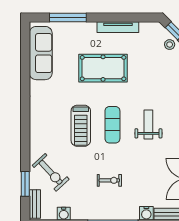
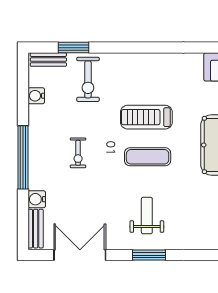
weight bench: (148, 125) -> (147, 216), moved, turned -90
exercise bike: (51, 172) -> (88, 79), turned -47

